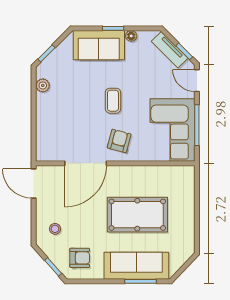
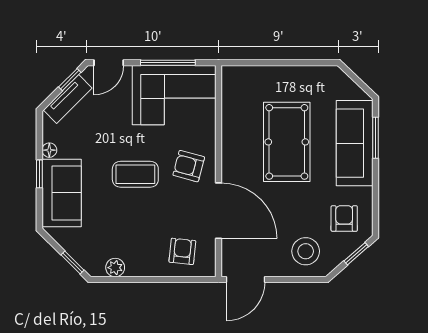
coffee table: (113, 101) -> (135, 174), width x1.36, depth x1.30
armchair: (55, 136) -> (182, 251), added
stool: (55, 229) -> (306, 251), width x1.89, depth x1.89

